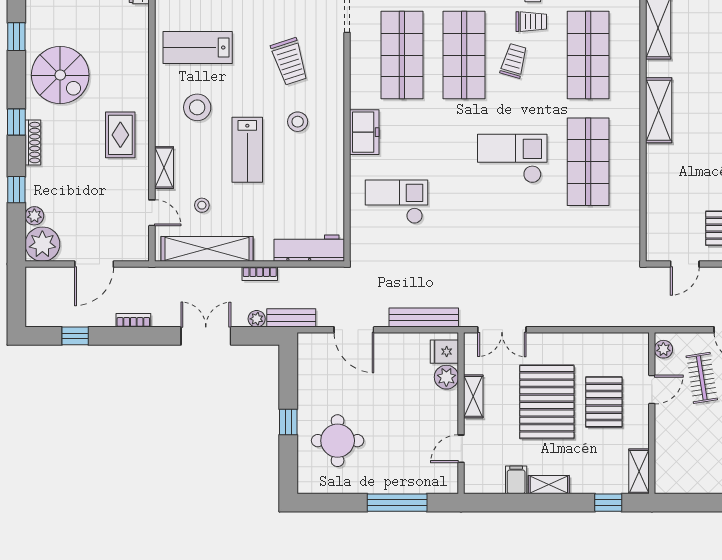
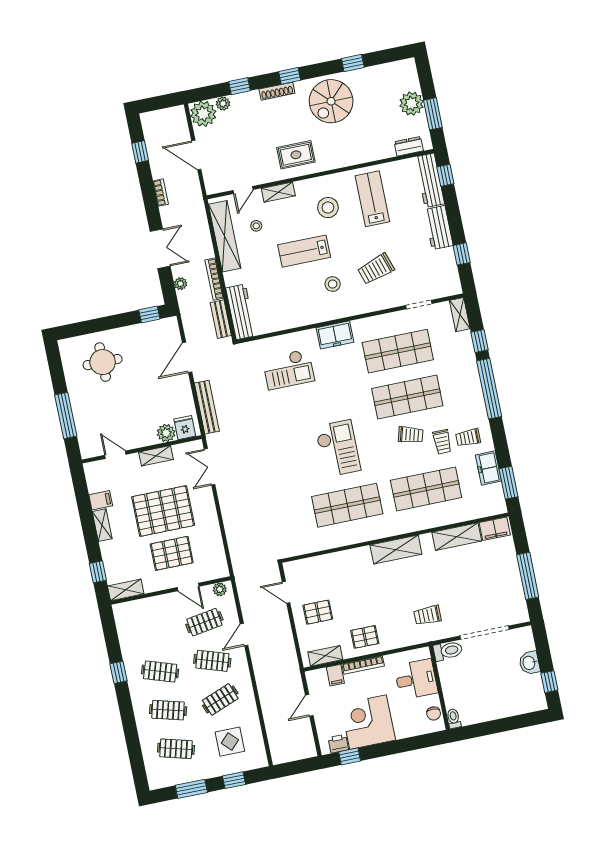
checkout: (396, 202) -> (288, 369), turned 90
bookcase: (260, 274) -> (214, 279), width x1.56
bench: (291, 318) -> (221, 319), moved
window: (288, 422) -> (149, 314), moved

